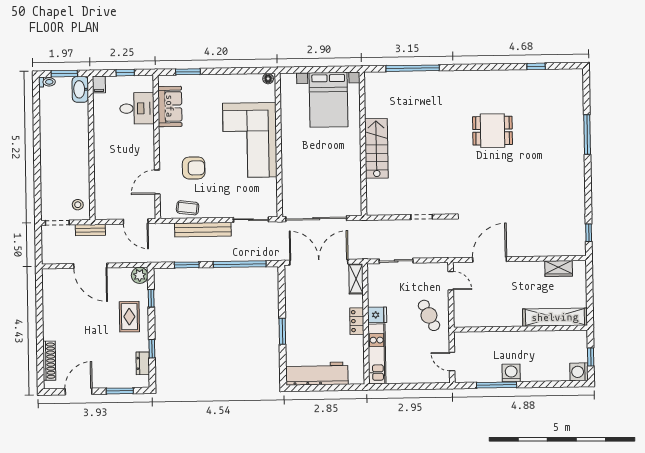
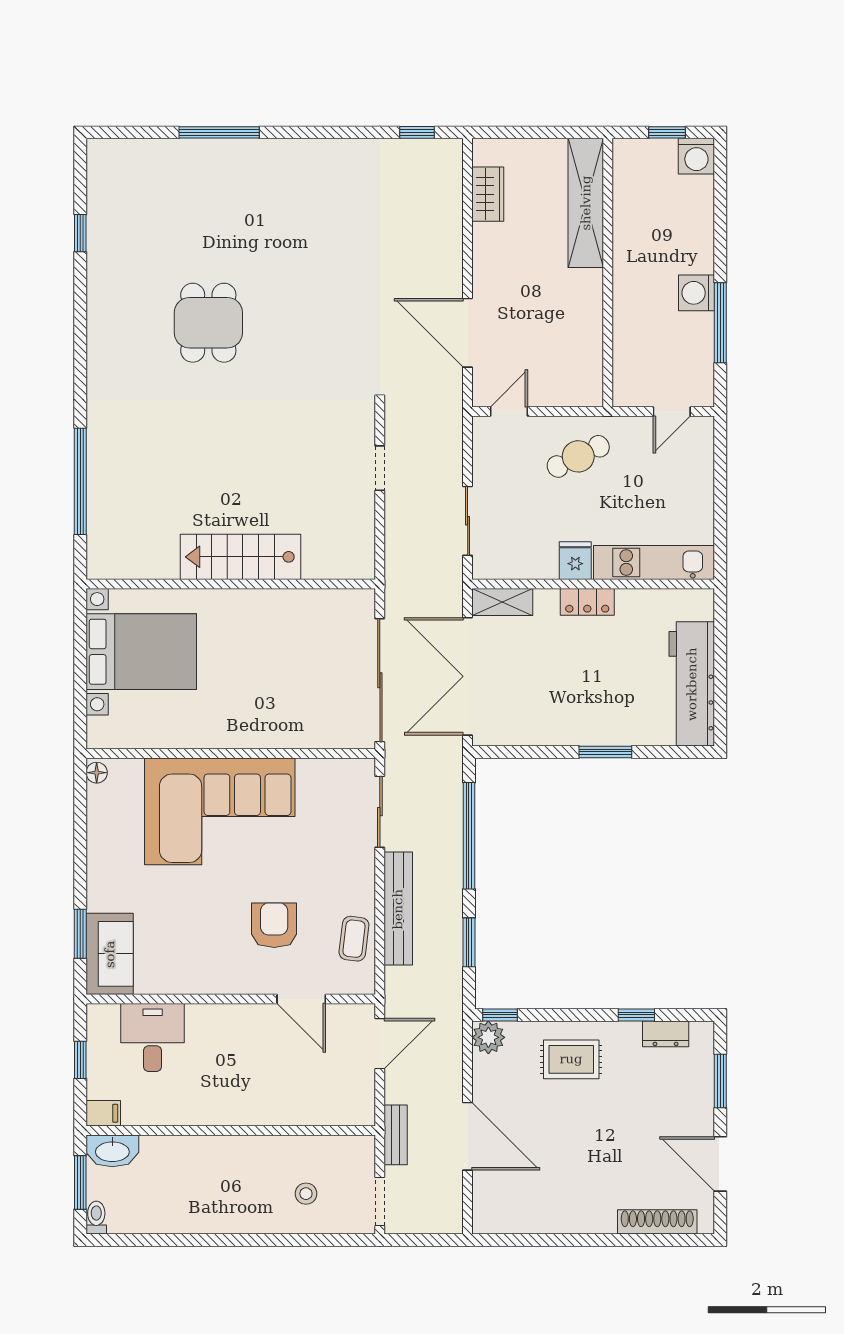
sofa: (170, 106) -> (110, 954), moved, turned 90
stool: (78, 205) -> (306, 1194), moved
door: (90, 266) -> (468, 1136), hinge flipped
window: (151, 298) -> (500, 1015), moved

